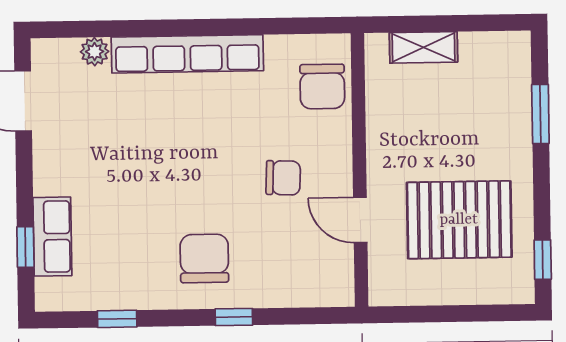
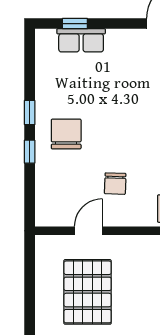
chair: (204, 258) -> (66, 134), turned -90
window: (117, 319) -> (30, 113), moved

